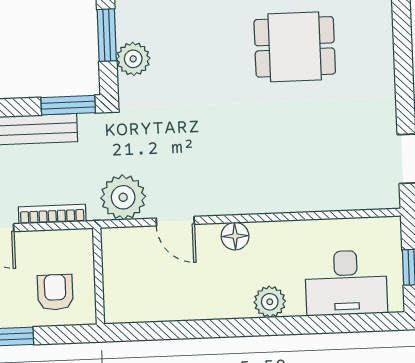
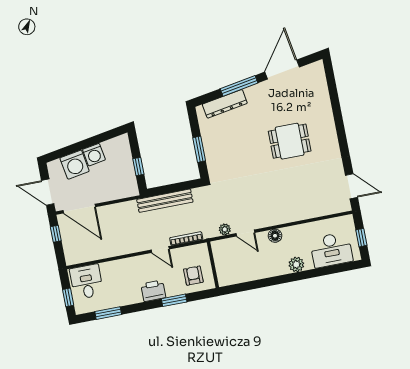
plant: (133, 59) -> (214, 159), removed
window: (68, 105) -> (186, 185), removed
plant: (123, 197) -> (225, 229), width x0.53, depth x0.53

